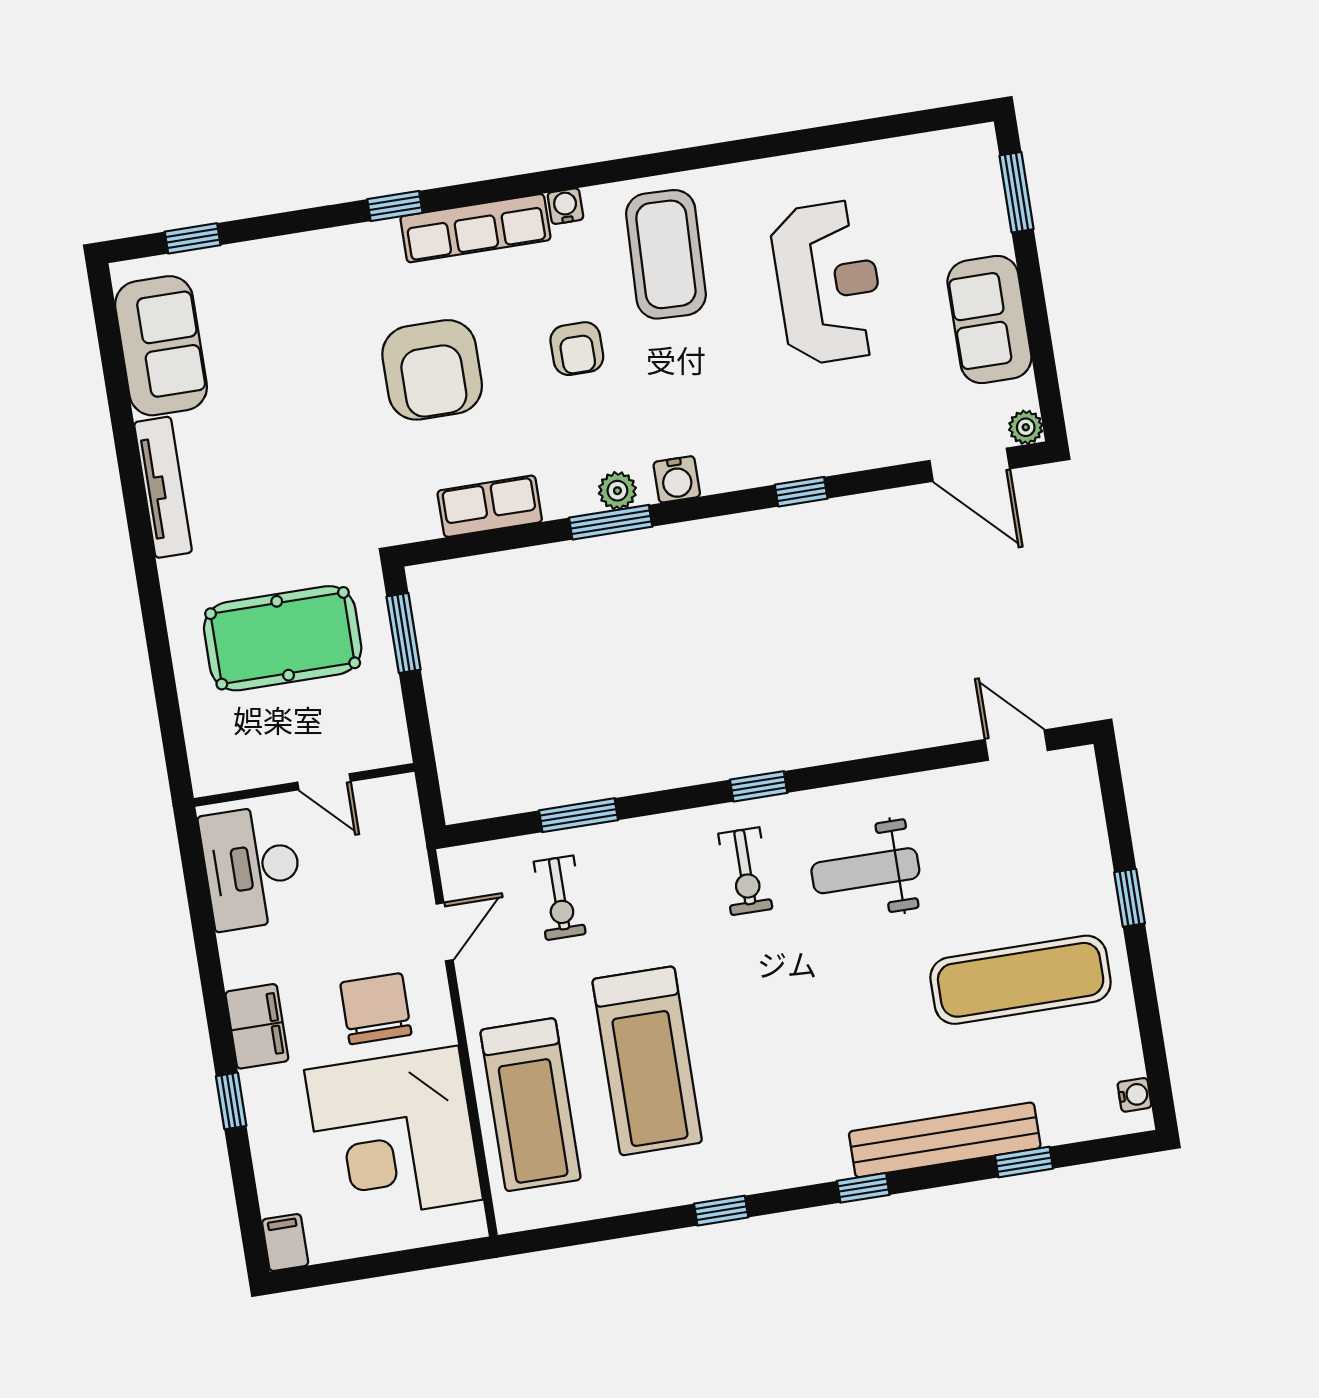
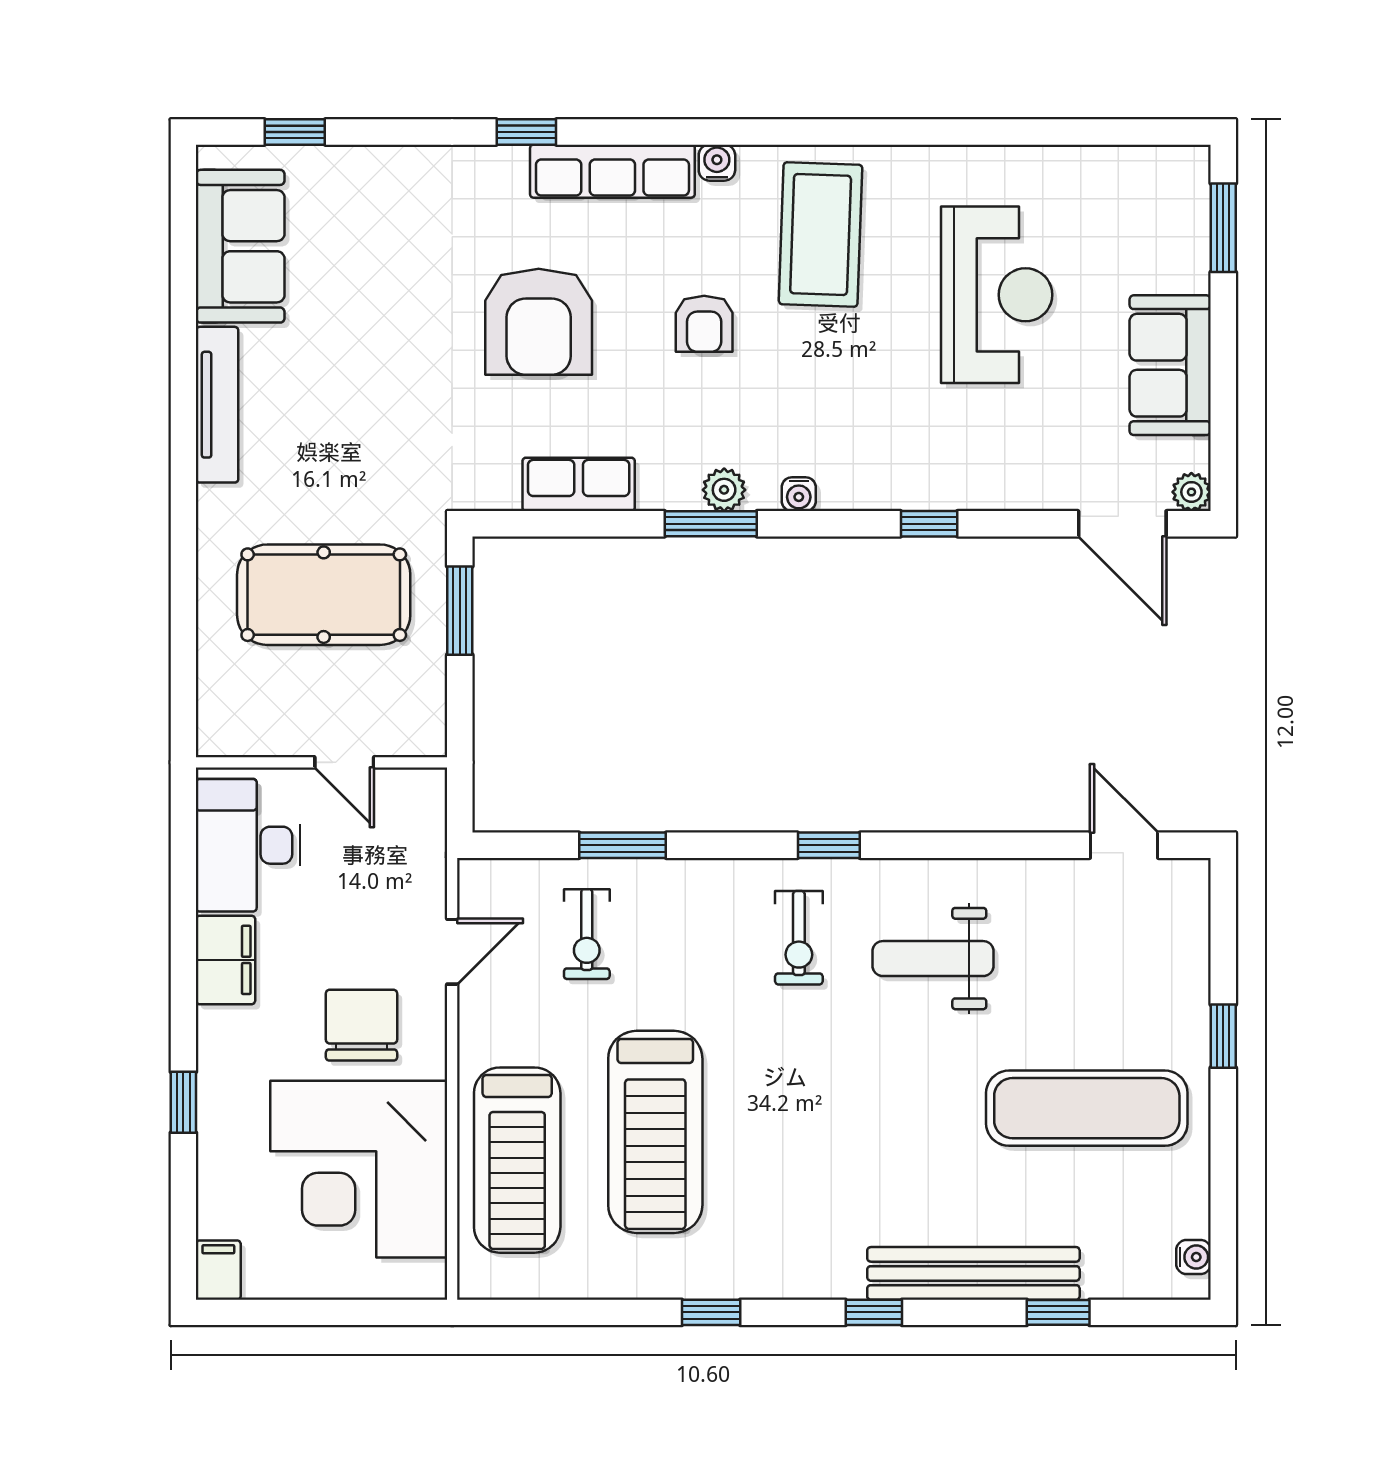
water cooler: (677, 479) -> (799, 494), width x0.72, depth x0.72
filing cabinet: (257, 1026) -> (226, 960), moved

